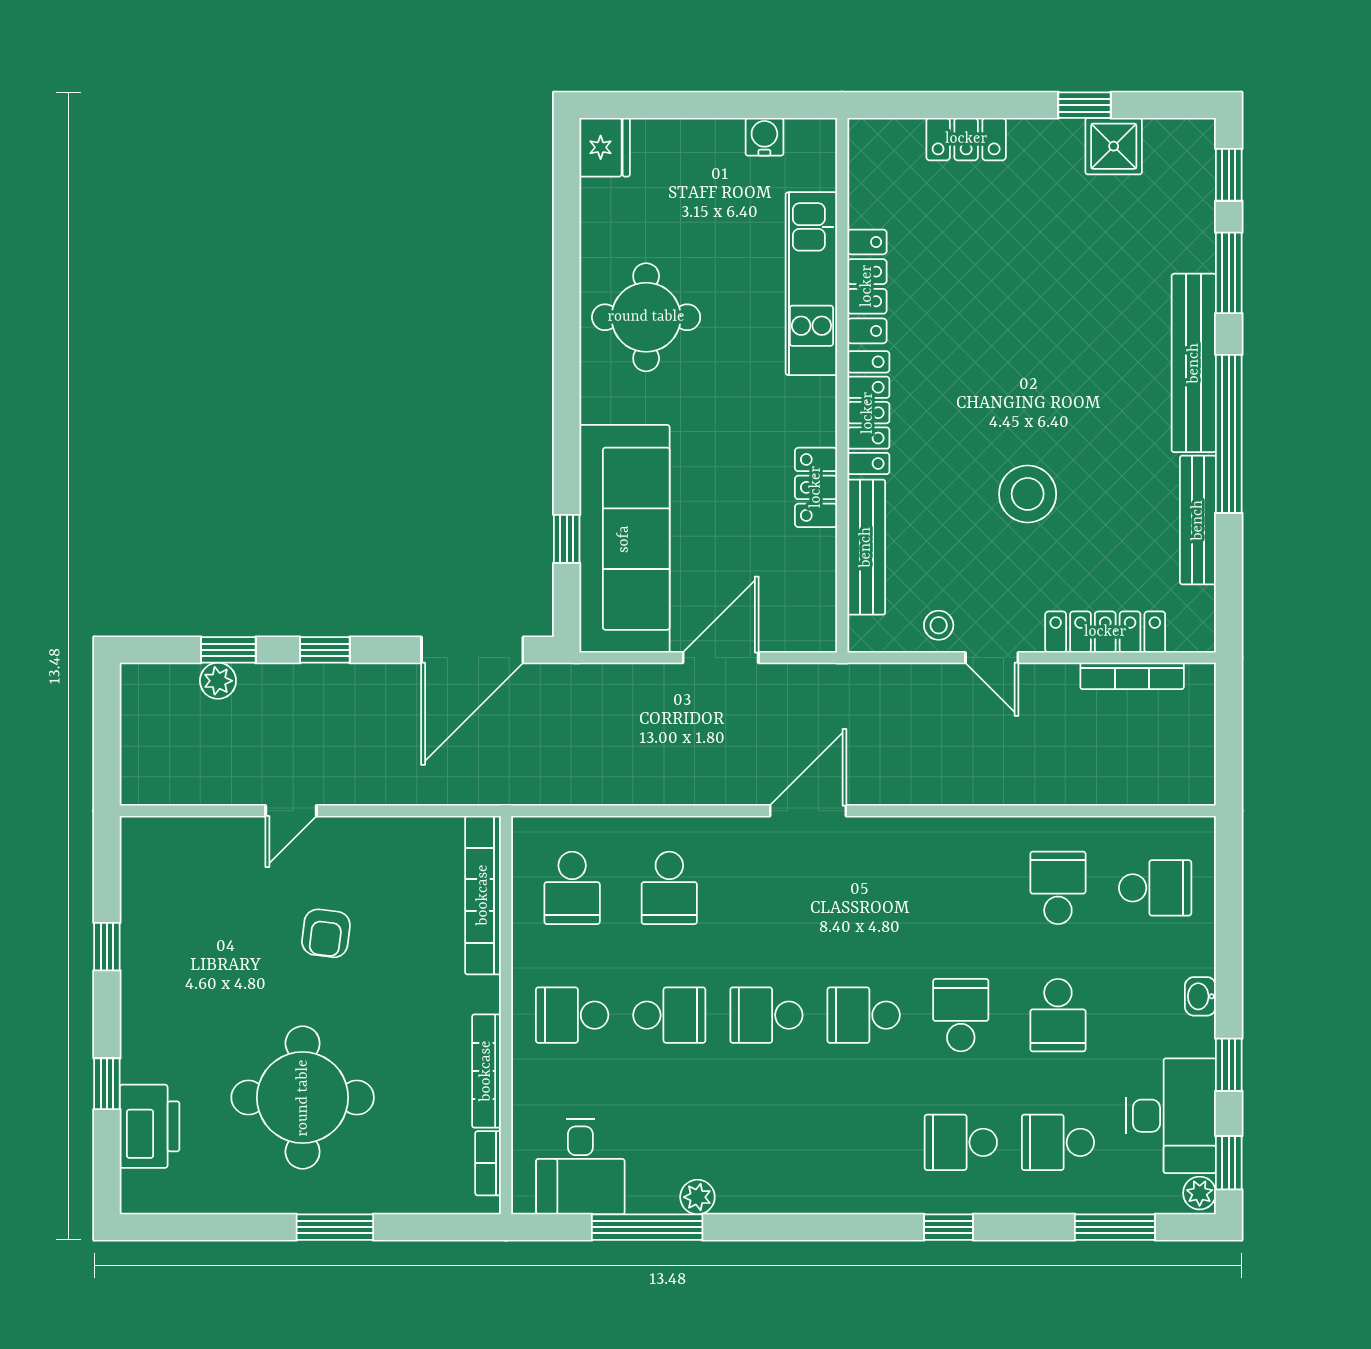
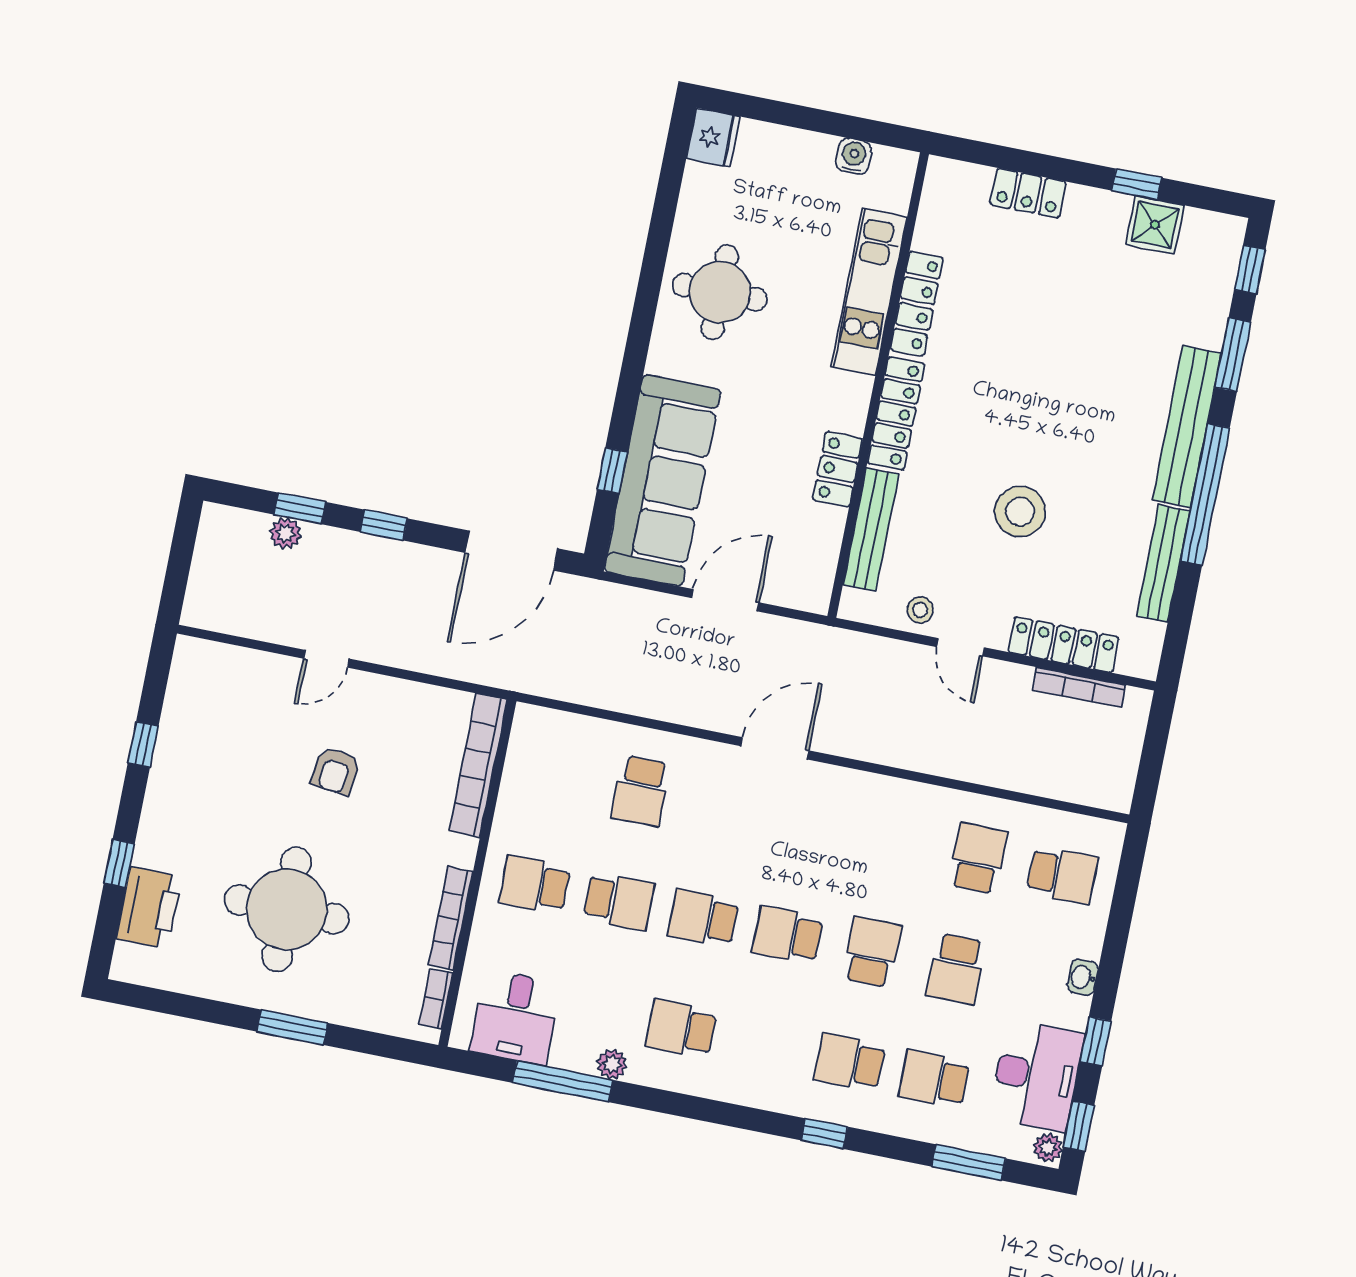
school desk: (572, 888) -> (681, 1029), moved, turned 90

